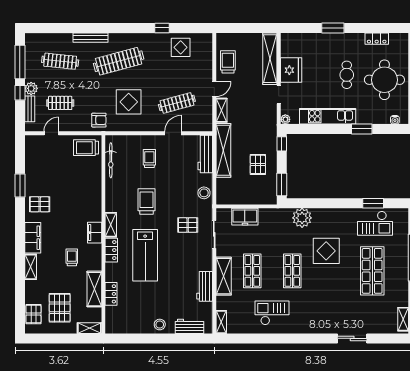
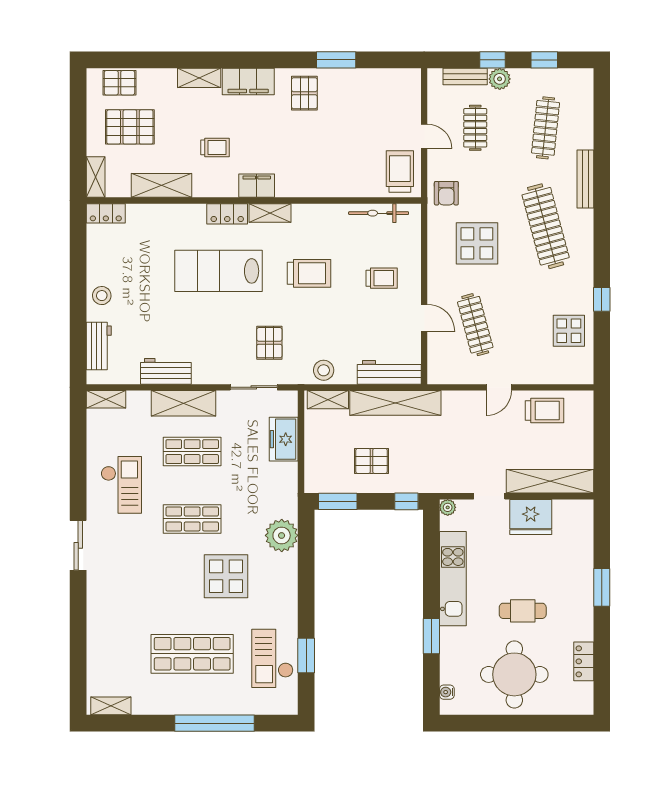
window: (20, 62) -> (544, 60), width x0.46
door: (214, 89) -> (499, 387), hinge flipped
shelving: (221, 110) -> (328, 400), moved
door: (51, 133) -> (424, 136), moved
locker: (111, 294) -> (106, 213), moved
sliding door: (352, 338) -> (78, 545), moved

